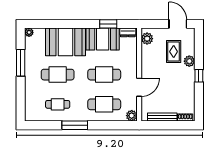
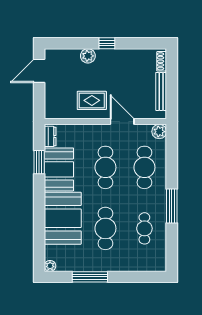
plant: (147, 39) -> (58, 111), removed
rug: (174, 52) -> (92, 100), moved

